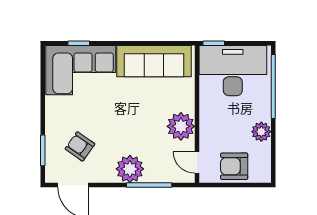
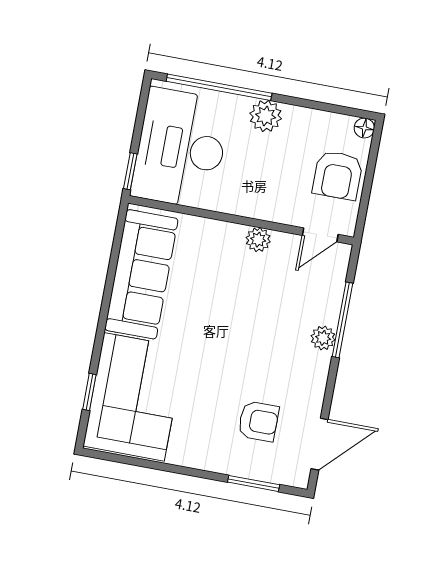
plant: (181, 126) -> (258, 240), width x0.53, depth x0.53
plant: (261, 132) -> (266, 116), moved
armchair: (80, 146) -> (258, 421), turned -125
plant: (130, 169) -> (323, 338), width x0.53, depth x0.53
floor lamp: (265, 177) -> (364, 128), added

